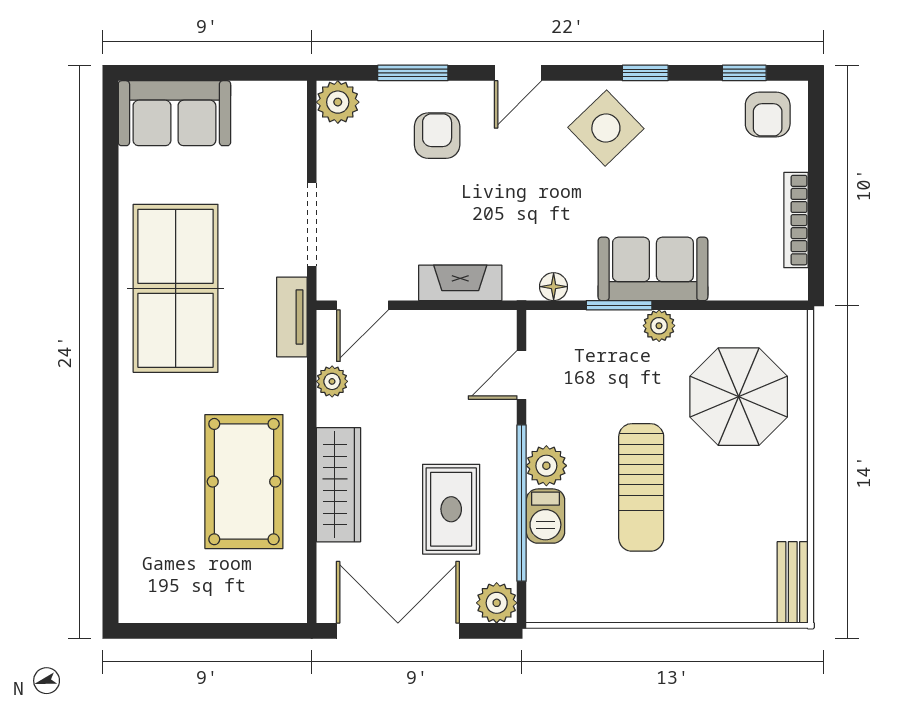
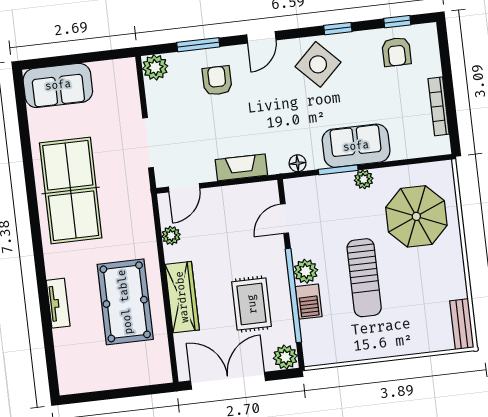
armchair: (768, 114) -> (397, 52), moved
tv unit: (292, 317) -> (58, 303), moved, turned 180

